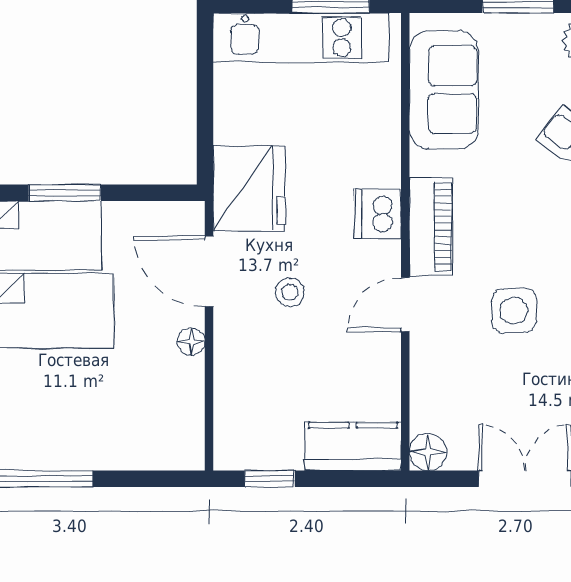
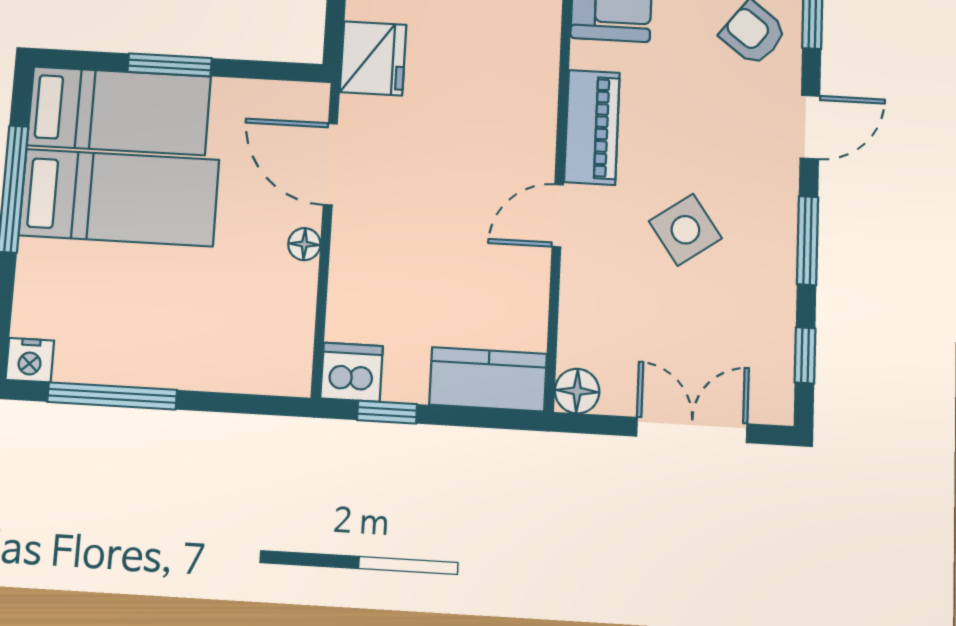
fridge: (249, 188) -> (373, 58), width x0.73, depth x0.75
dishwasher: (378, 214) -> (352, 372), moved, turned 90
stool: (290, 292) -> (423, 194), removed
side table: (514, 311) -> (685, 230), turned -35

